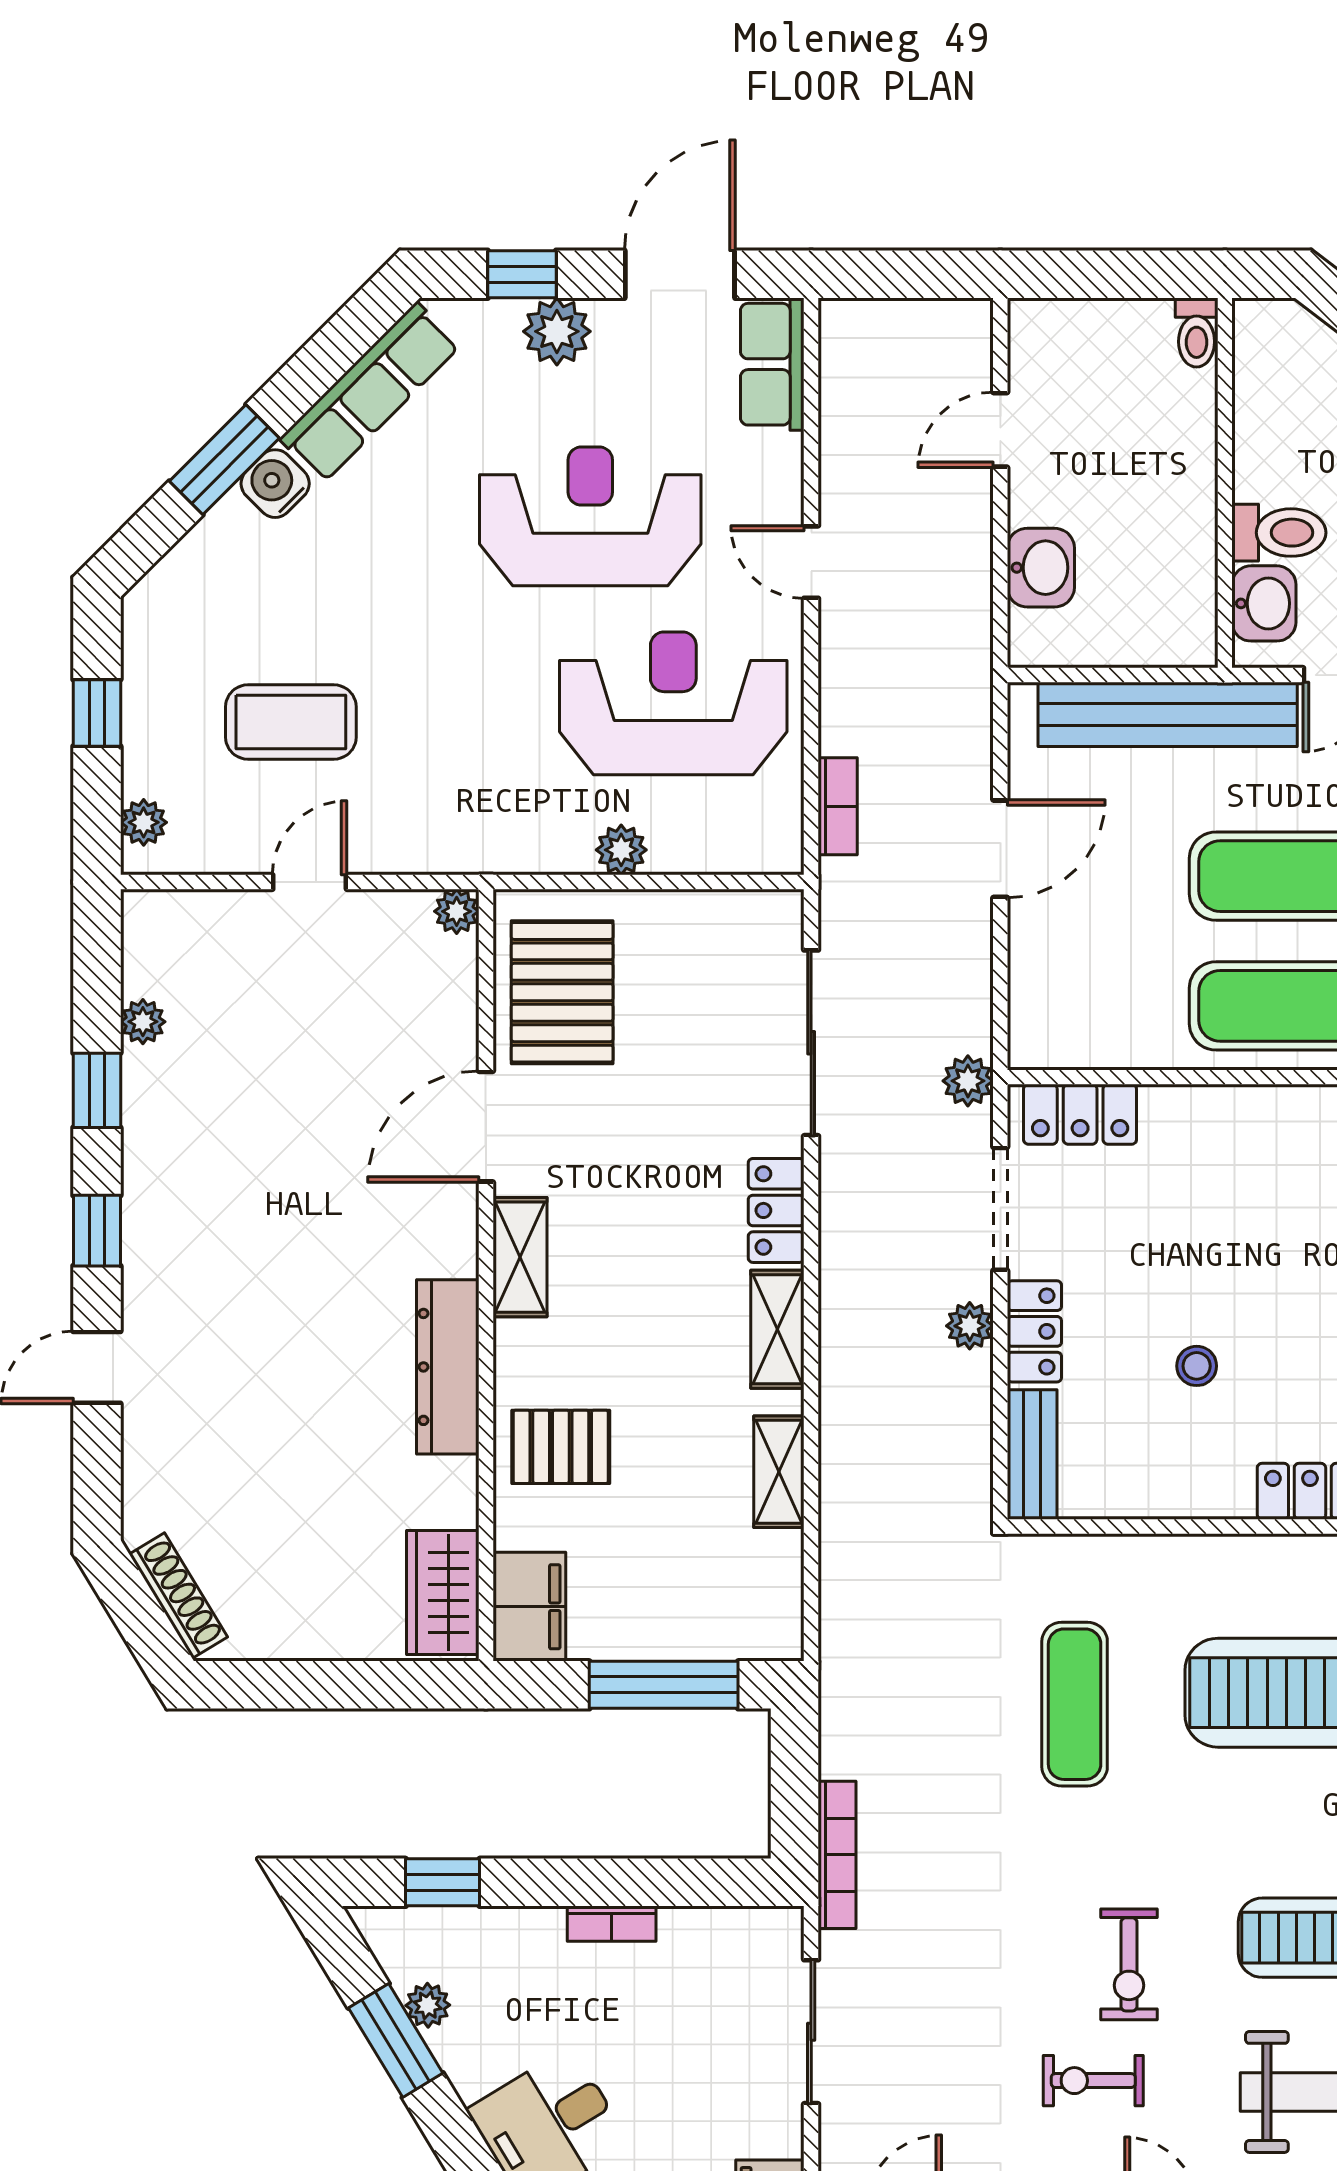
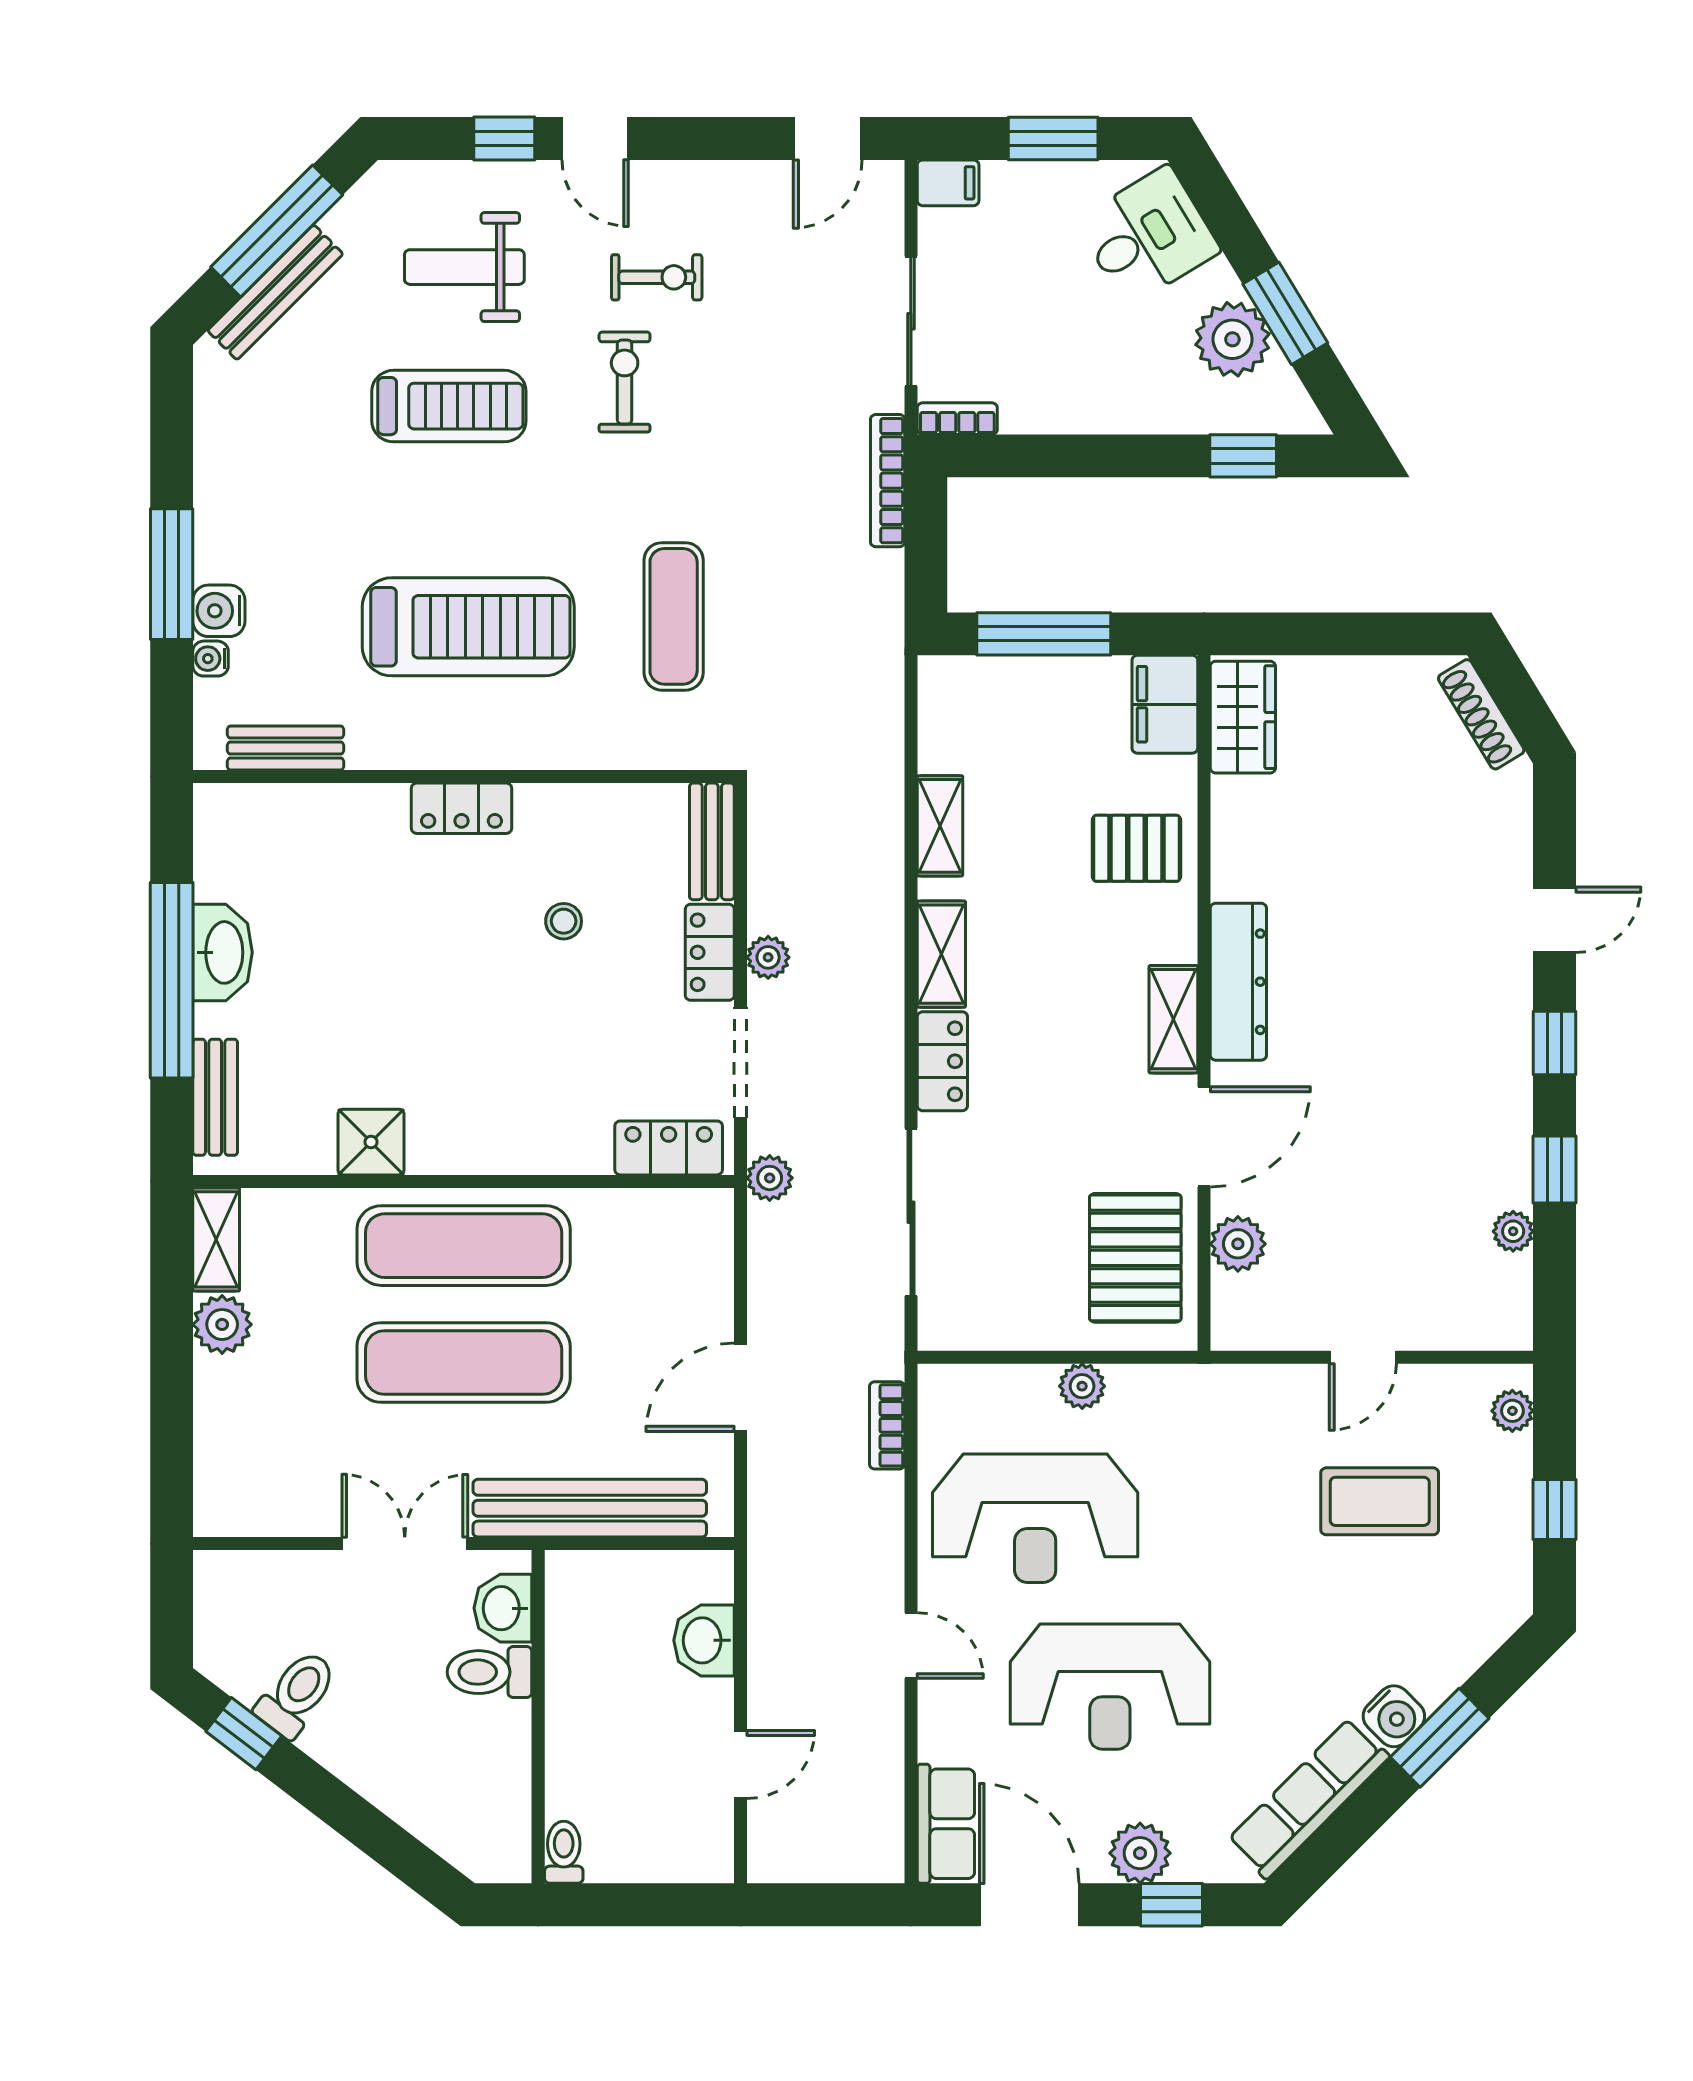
door: (680, 274) -> (1029, 1905), swing flipped
plant: (457, 911) -> (1238, 1244), moved, width x1.38, depth x1.38
dresser: (448, 1367) -> (1238, 982), moved
bookcase: (612, 1924) -> (957, 419), moved
plant: (428, 2005) -> (1232, 339), width x1.87, depth x1.87

